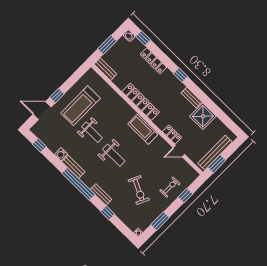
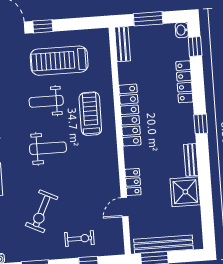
treadmill: (143, 129) -> (90, 114), moved
weight bench: (92, 132) -> (46, 101), turned 90
door: (179, 151) -> (125, 207), hinge flipped
weight bench: (114, 155) -> (48, 148), turned -90

